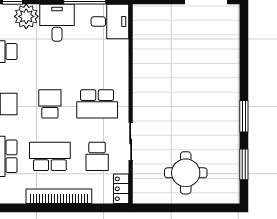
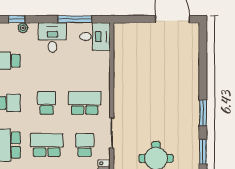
plant: (26, 16) -> (23, 28), width x0.53, depth x0.53
school desk: (97, 104) -> (85, 103), turned 180
school desk: (97, 156) -> (85, 145), turned 180

